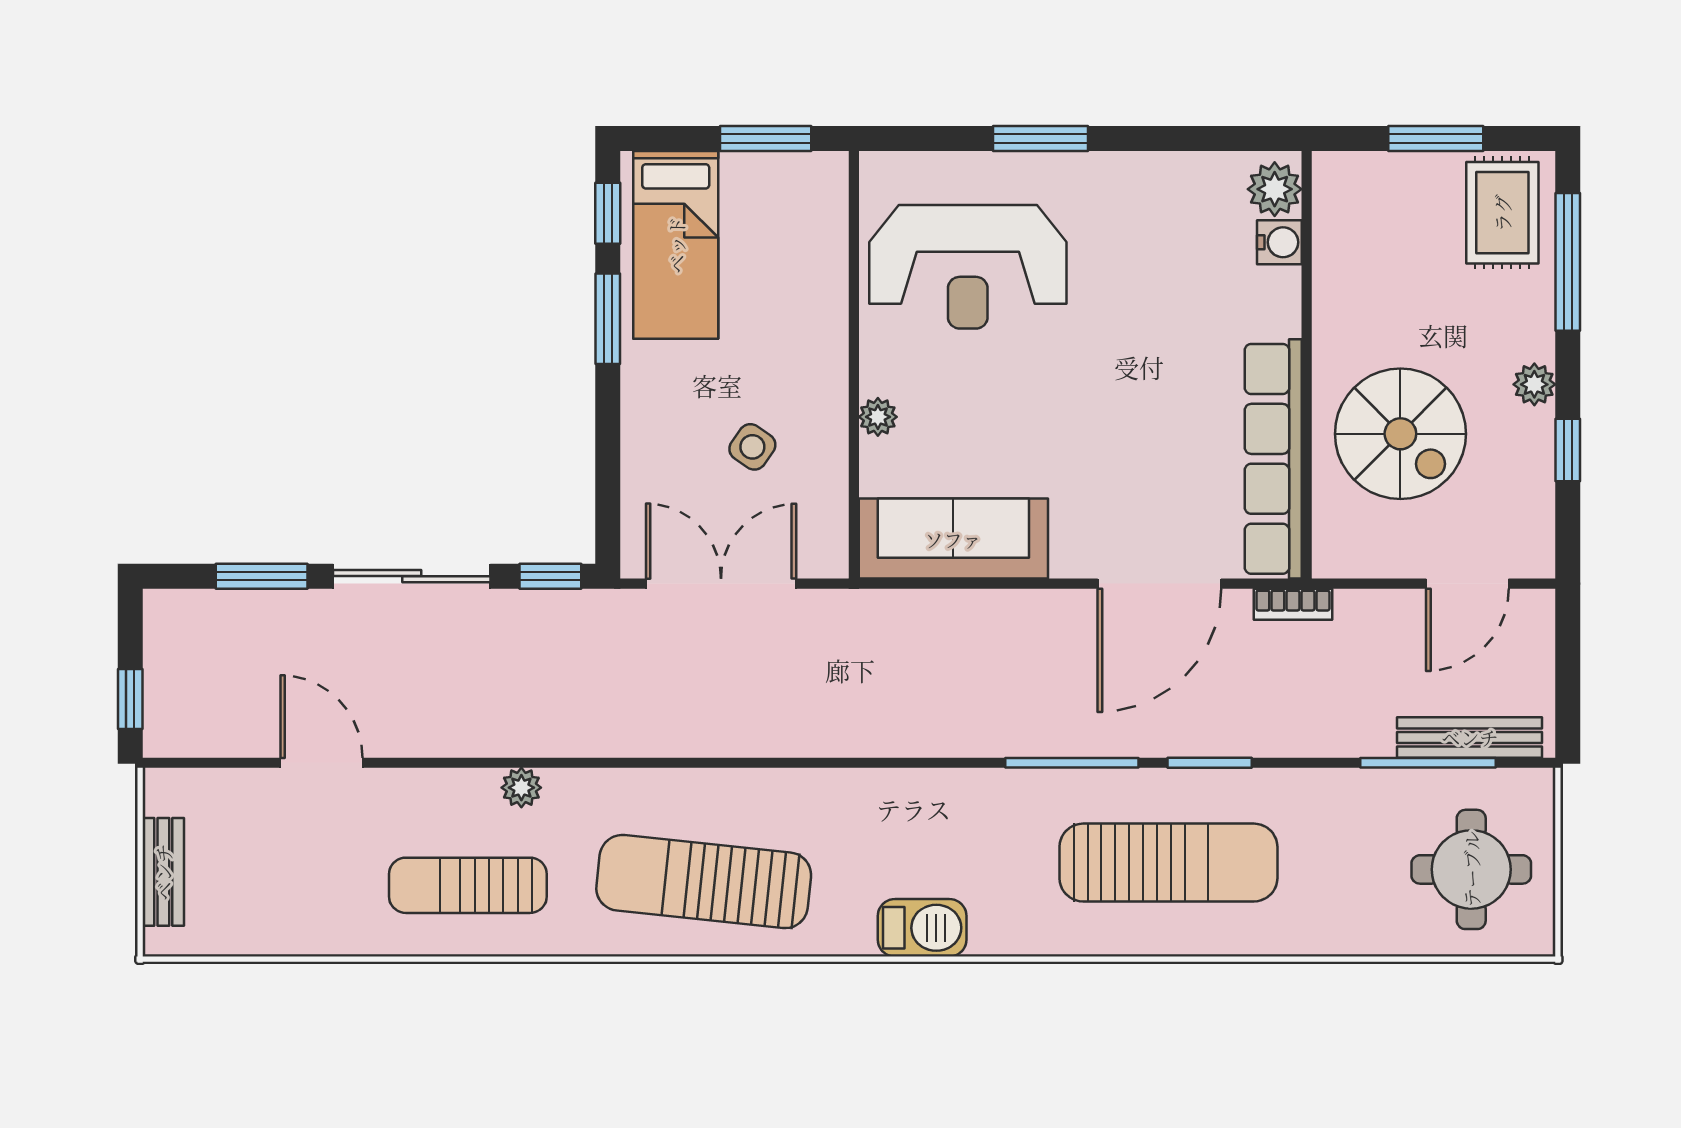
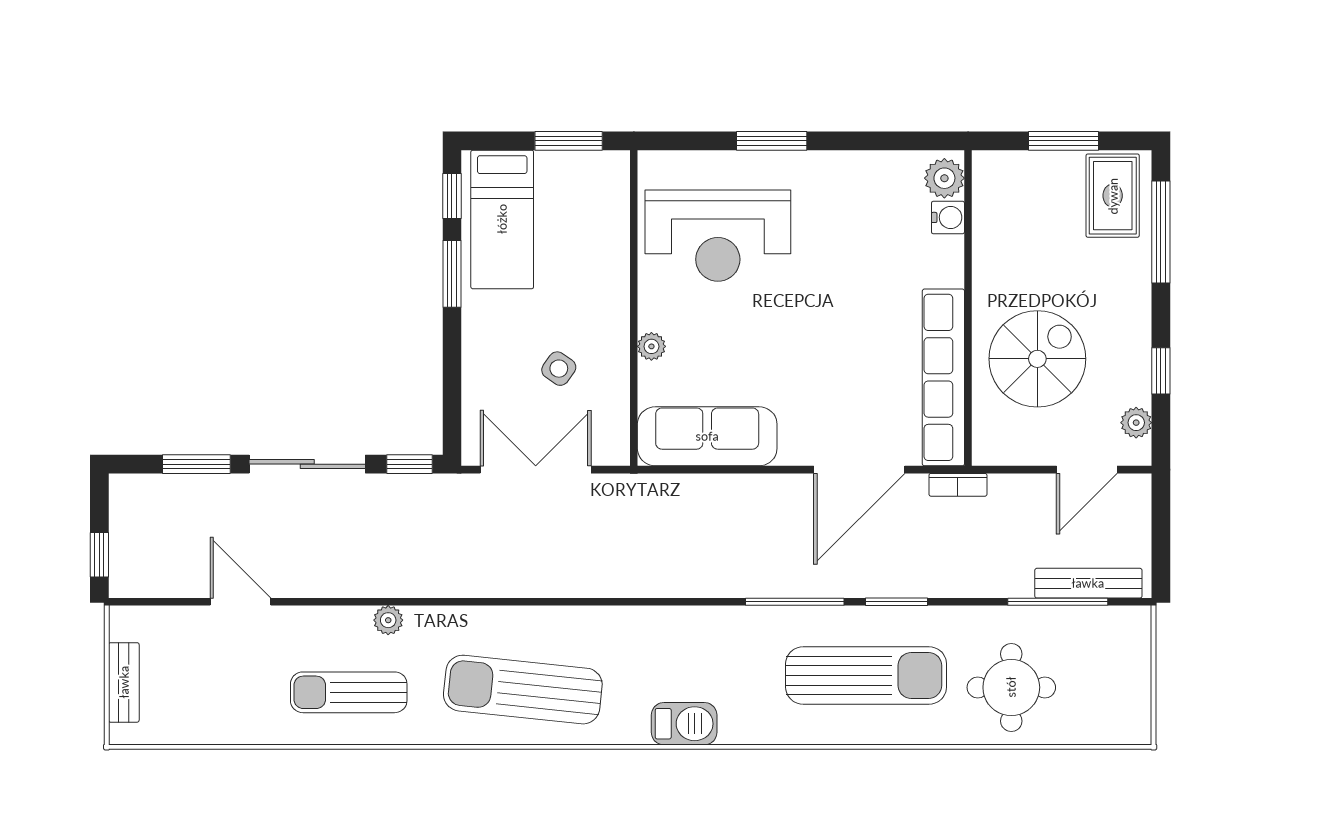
plant: (1534, 384) -> (1136, 423), moved
spiral stairs: (1400, 434) -> (1037, 359), turned -90
round table: (1471, 869) -> (1011, 687), moved

